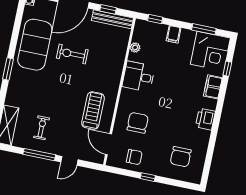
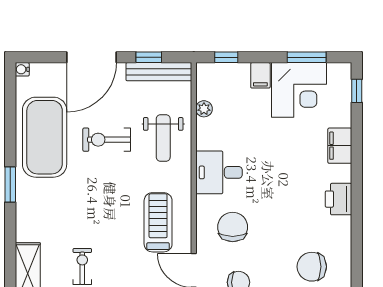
corner desk: (210, 51) -> (299, 90), moved
weight bench: (107, 60) -> (163, 138), added
window: (227, 69) -> (357, 91), moved
desk: (139, 77) -> (219, 172), moved
chair: (181, 157) -> (312, 267), turned 90

